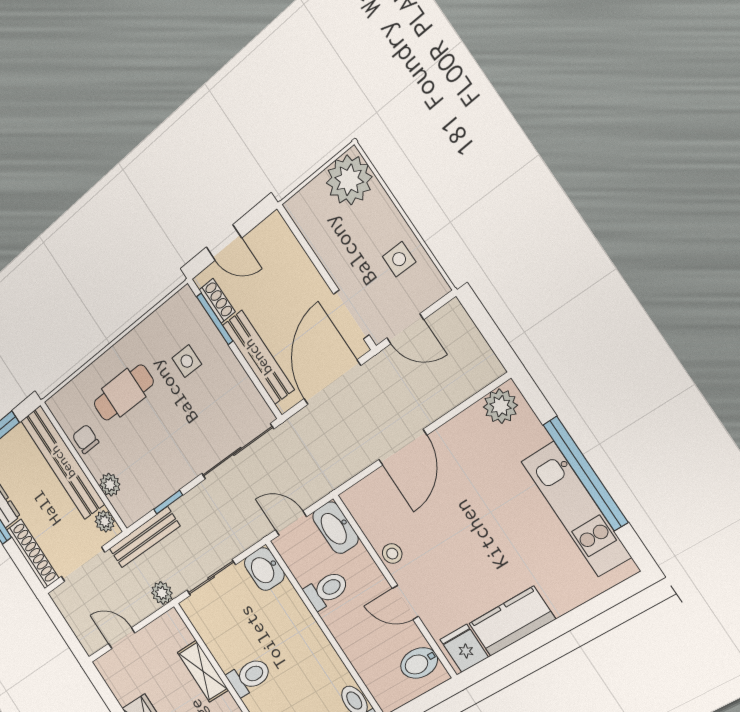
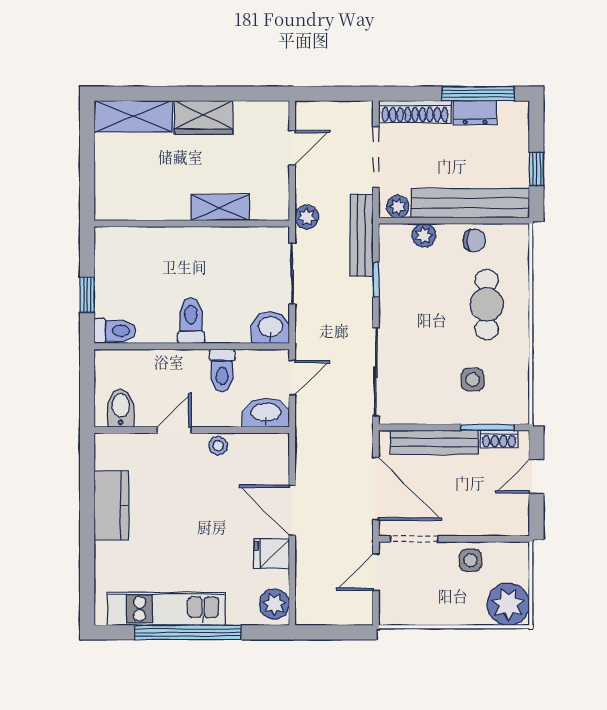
side table: (399, 259) -> (470, 560), moved
fridge: (464, 648) -> (272, 554), moved, turned 180
toilet: (249, 676) -> (191, 321), moved, turned 180

